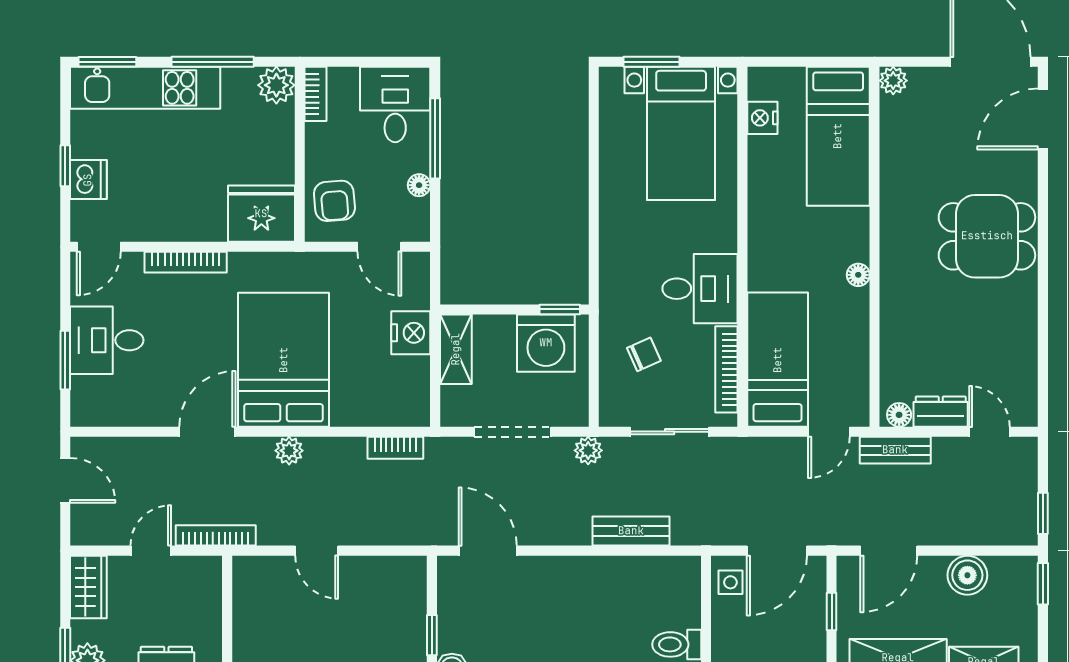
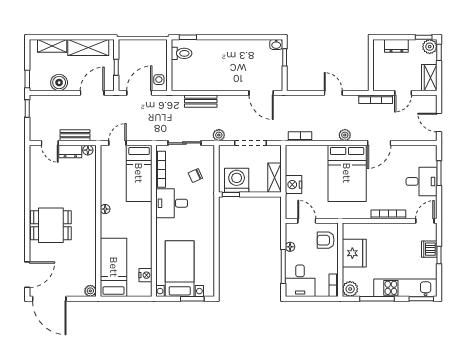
armchair: (334, 201) -> (326, 240), turned -85
fridge: (261, 214) -> (354, 253), moved, turned -90
bench: (895, 450) -> (75, 135), moved

